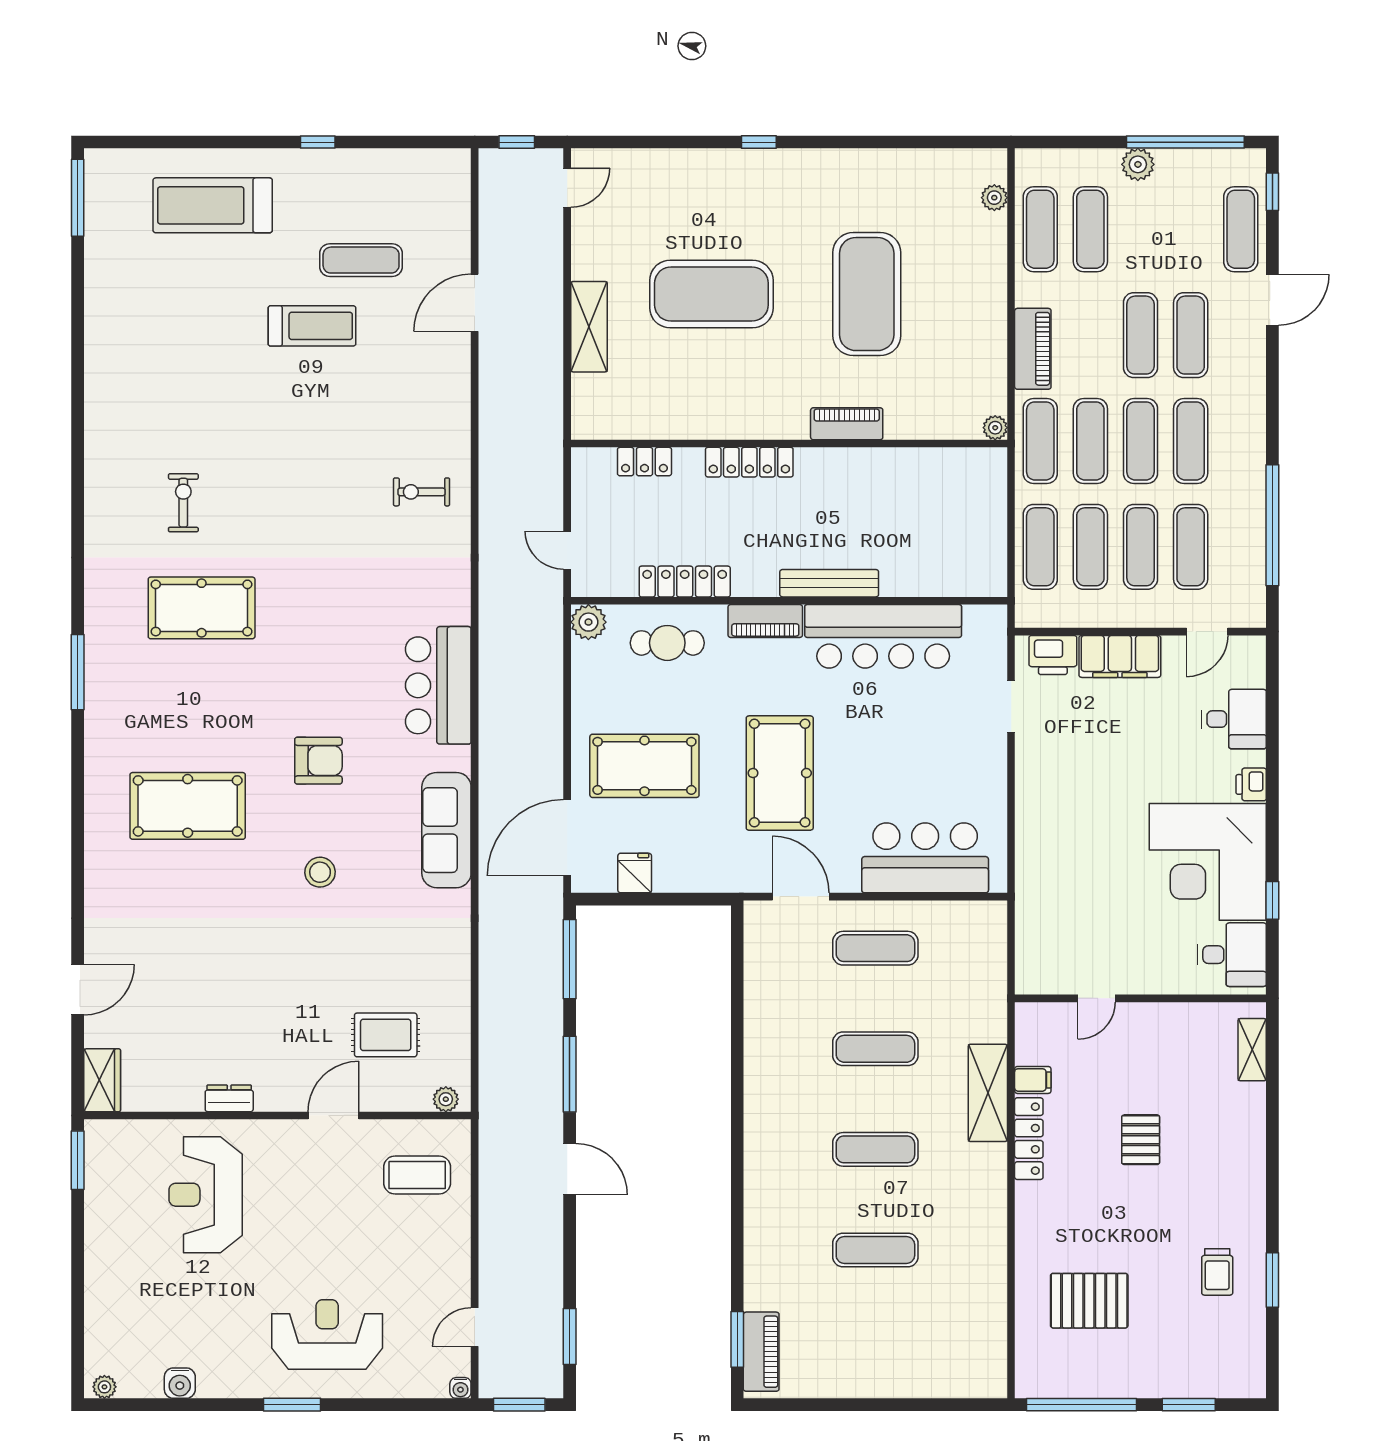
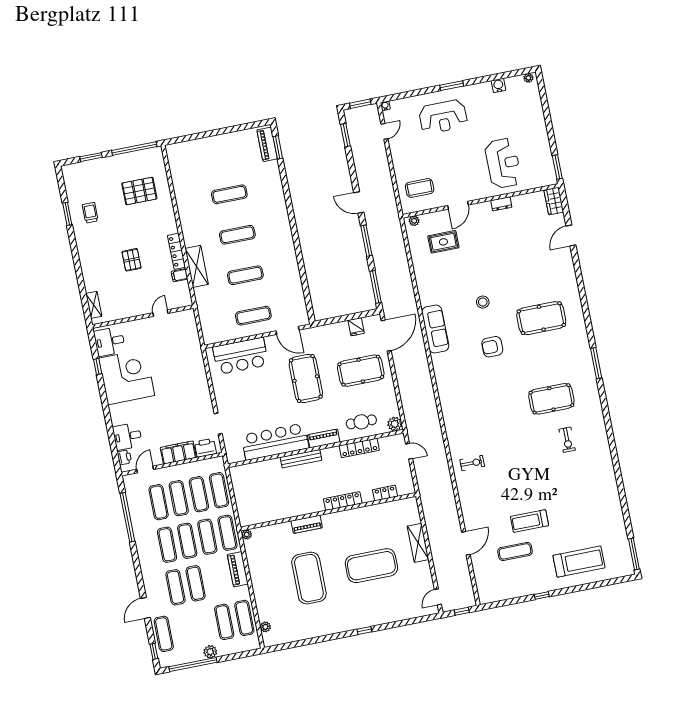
bar counter: (438, 685) -> (450, 387), removed
printer: (1251, 784) -> (124, 457), moved

